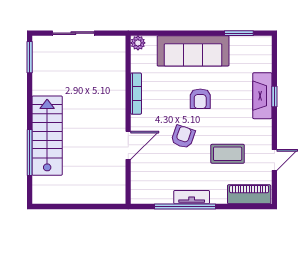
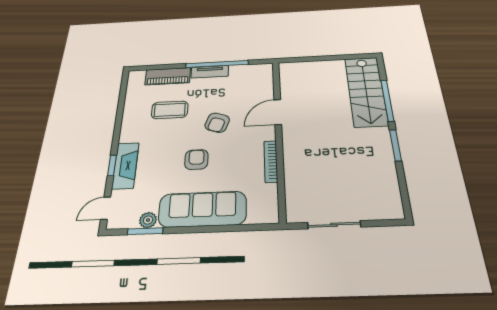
sliding door: (73, 33) -> (334, 225), moved
plant: (138, 43) -> (148, 220), moved
window: (30, 57) -> (396, 145), moved
stairs: (47, 136) -> (366, 91), moved
door: (274, 160) -> (106, 208), moved
piano: (249, 194) -> (168, 76), moved

